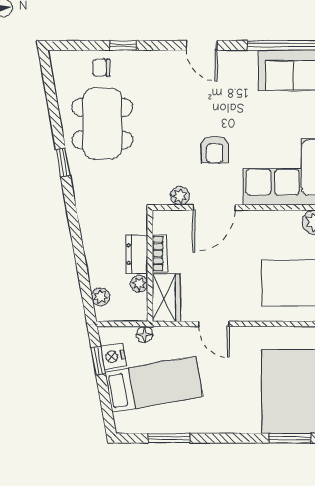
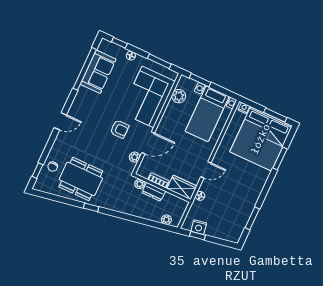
window: (123, 45) -> (37, 171), moved
door: (202, 45) -> (60, 121), moved
door: (214, 207) -> (148, 143), hinge flipped
plant: (139, 284) -> (139, 184), moved
floor lamp: (145, 334) -> (200, 196), moved
bed: (154, 384) -> (222, 213), removed

